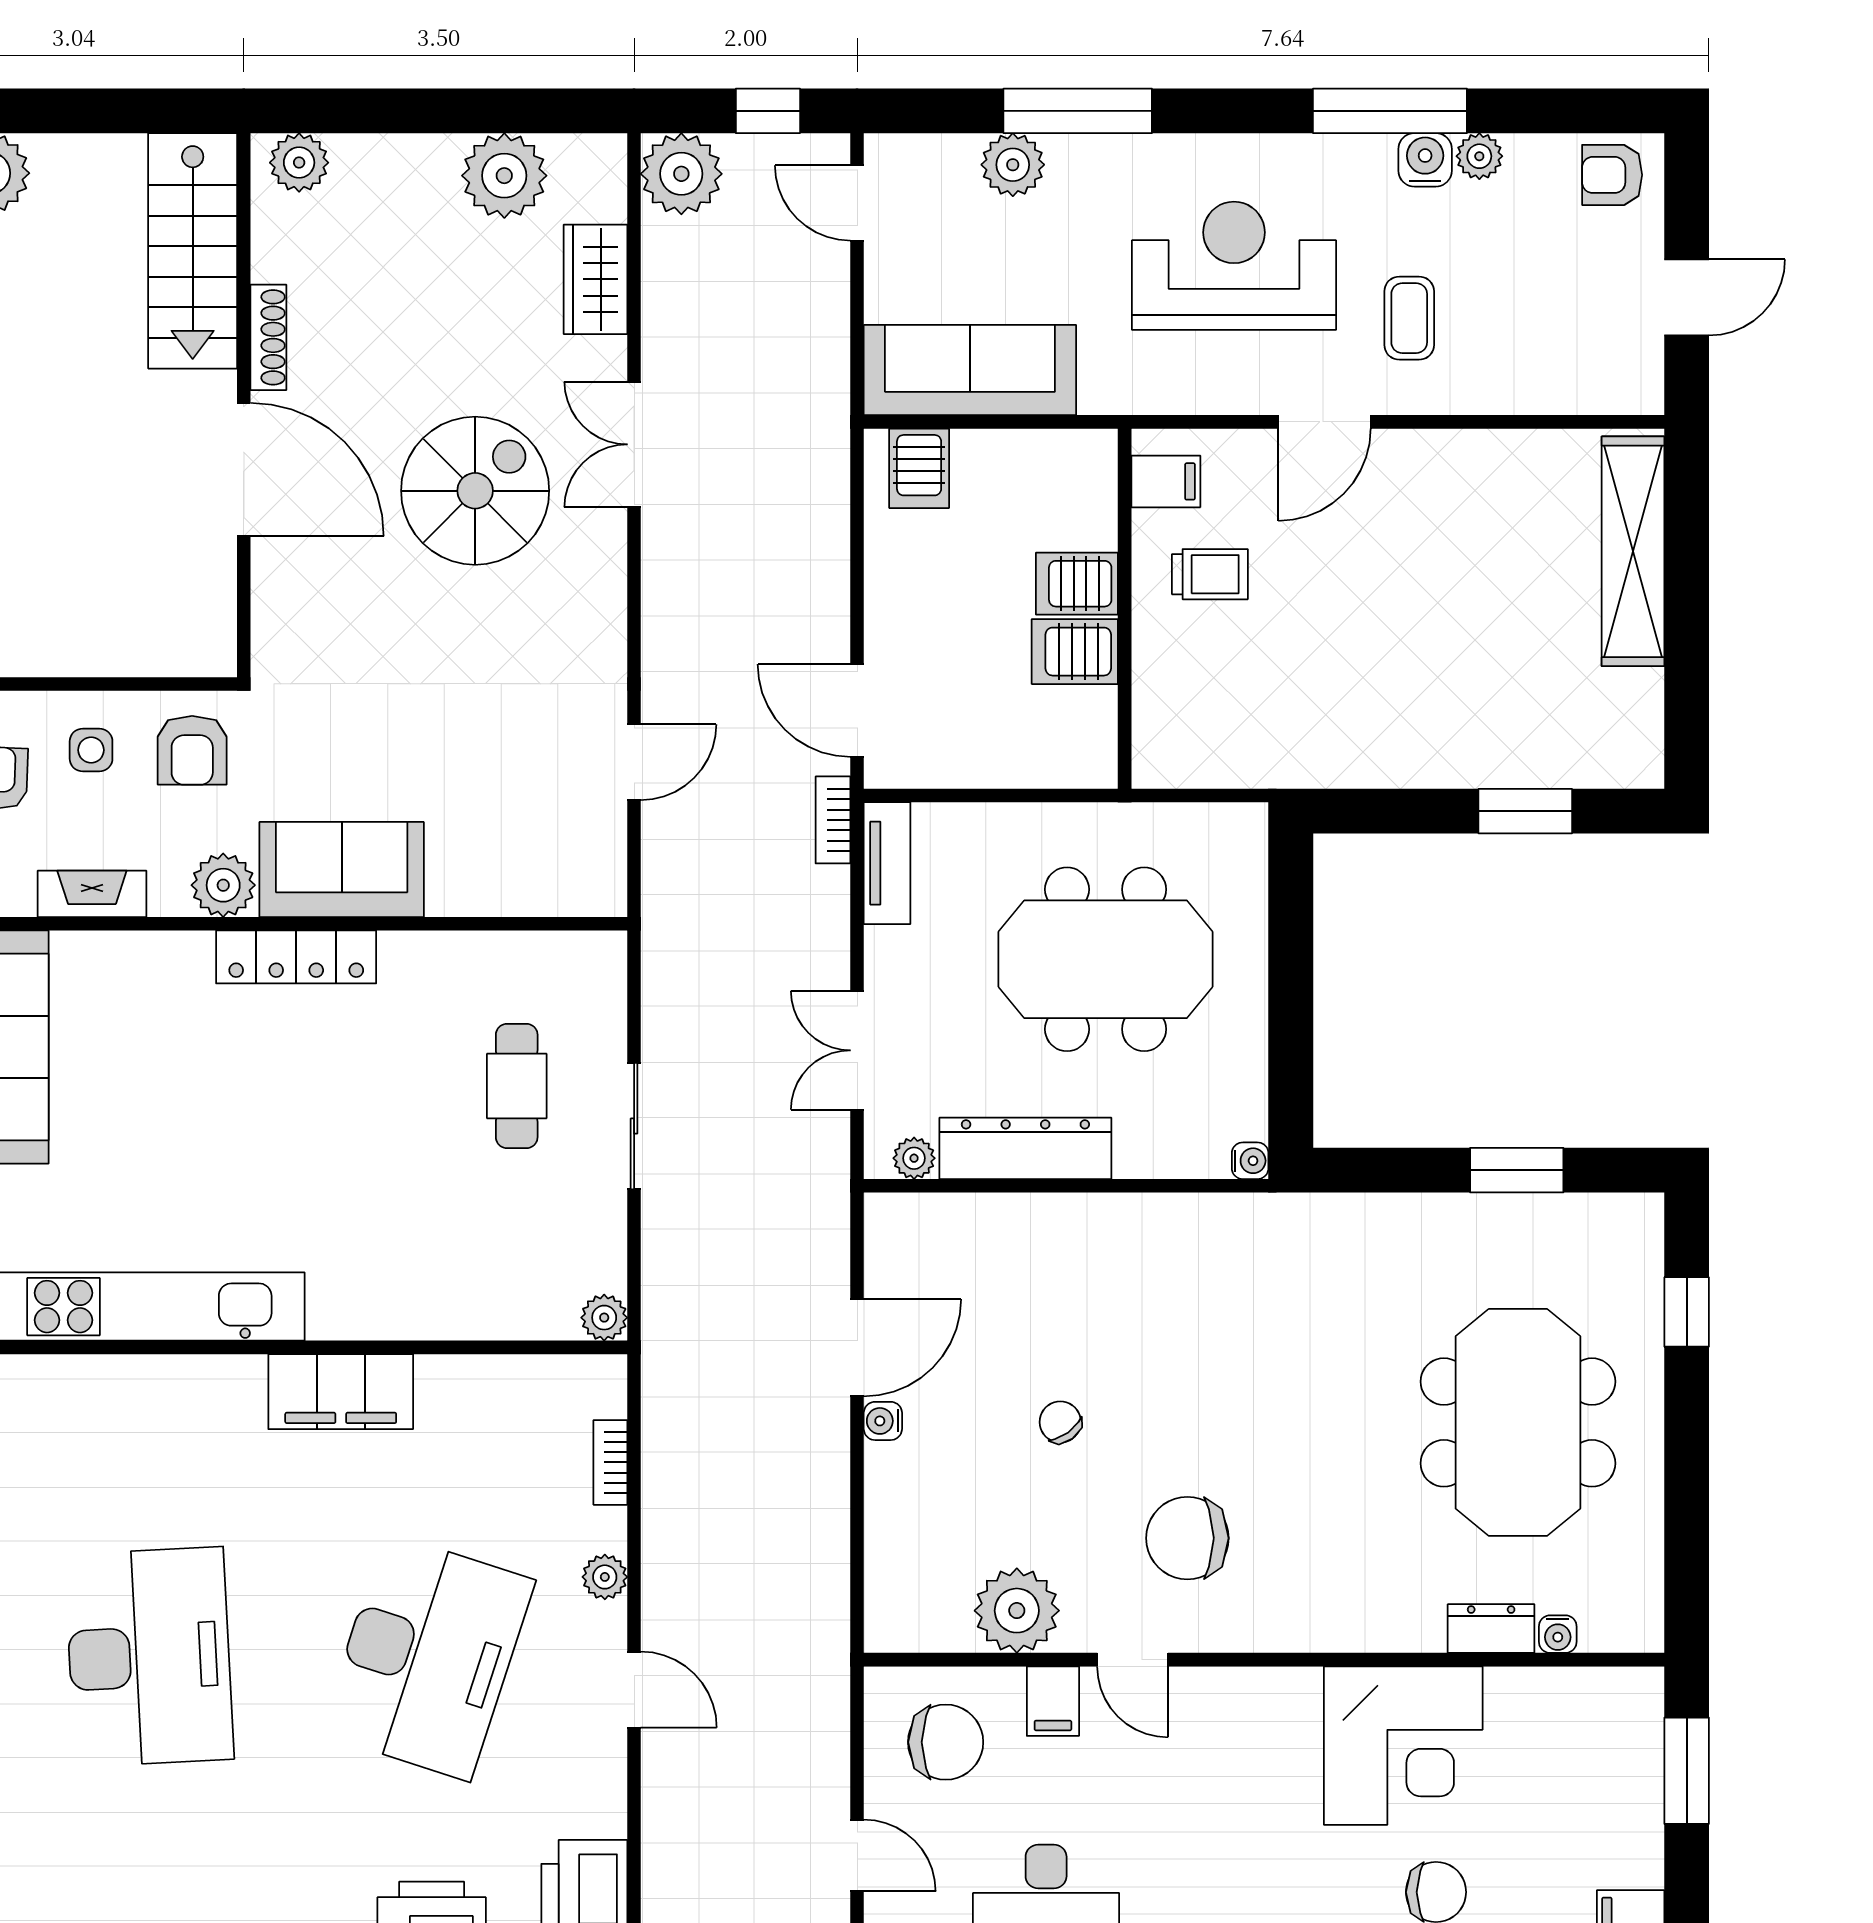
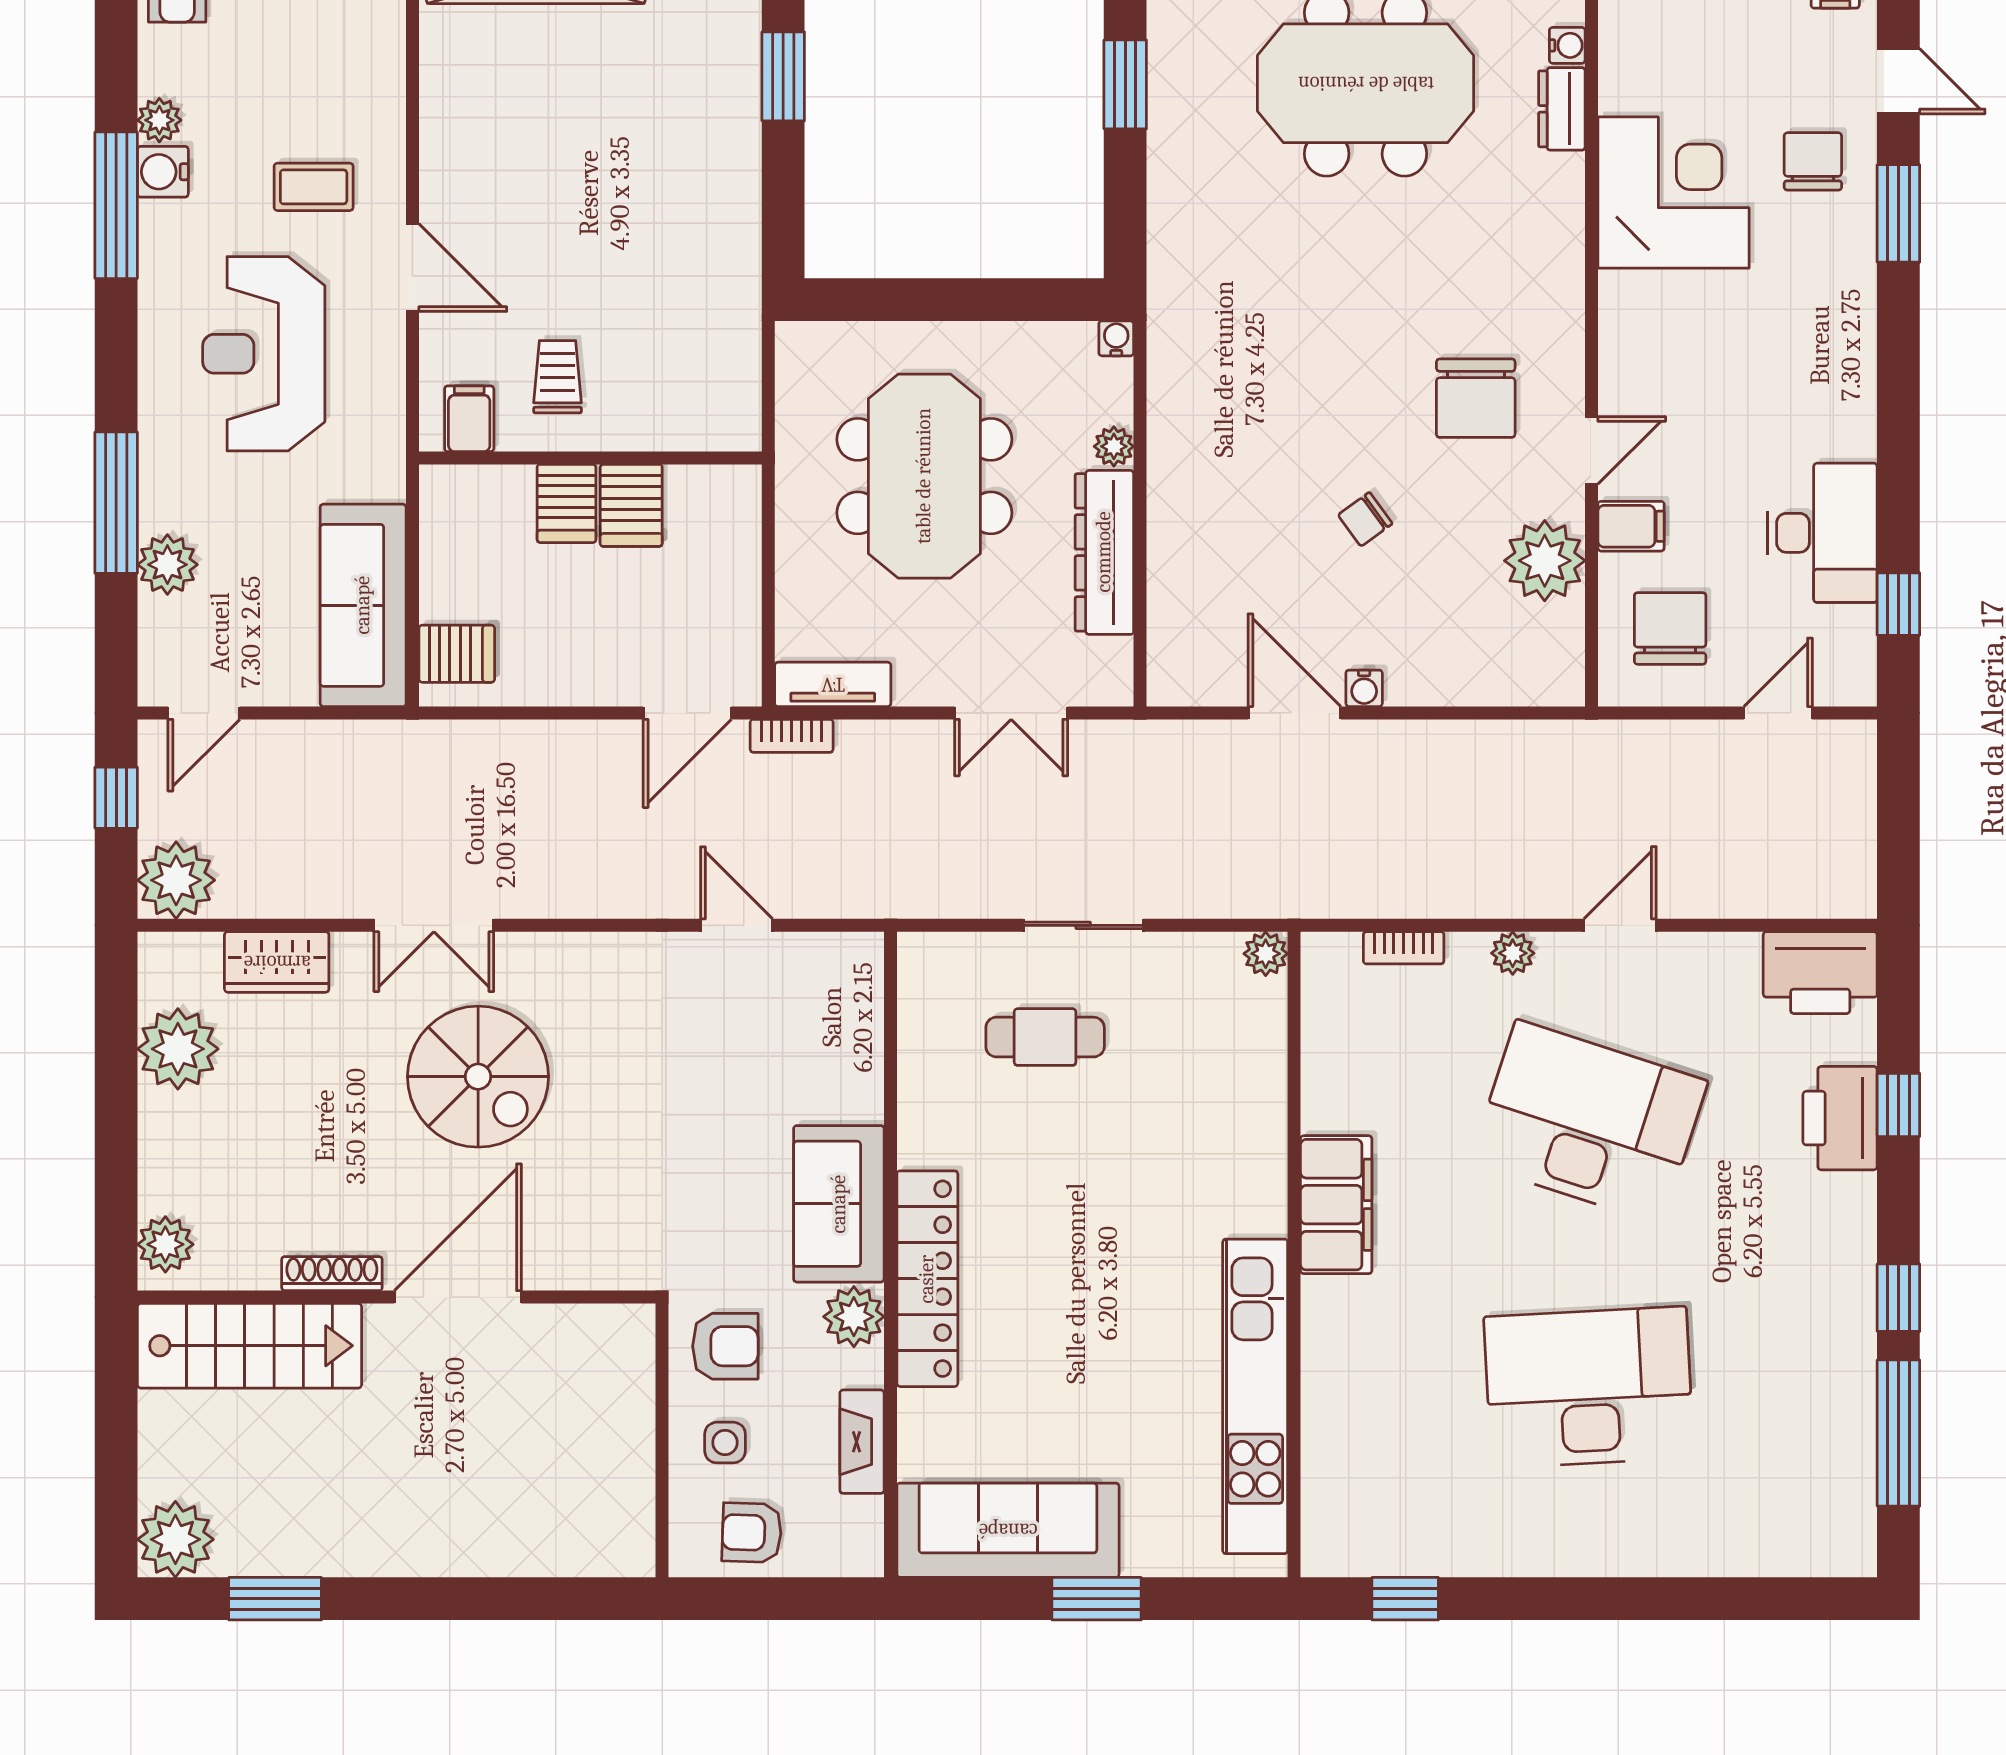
spiral stairs: (475, 491) -> (478, 1077), turned 180
locker: (296, 957) -> (927, 1279), width x1.41, depth x1.21
plant: (914, 1158) -> (1114, 446), moved

